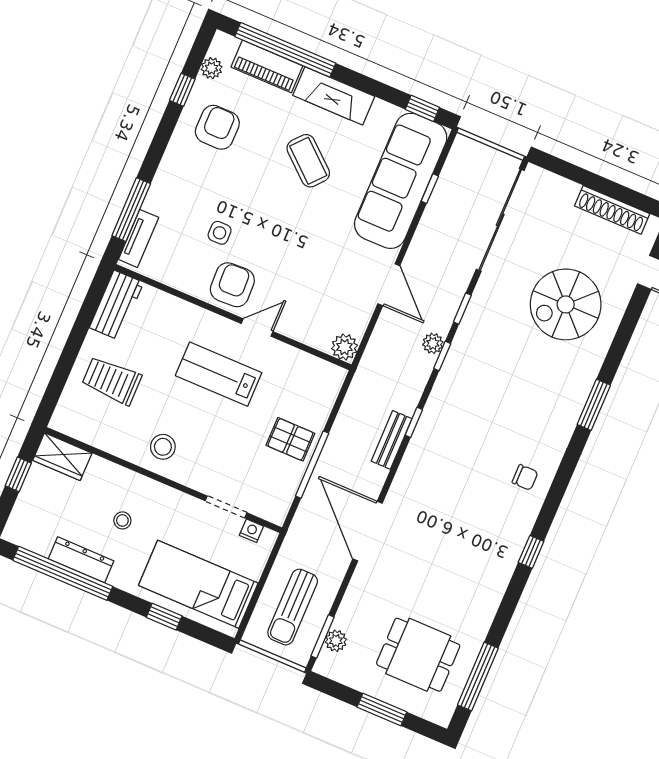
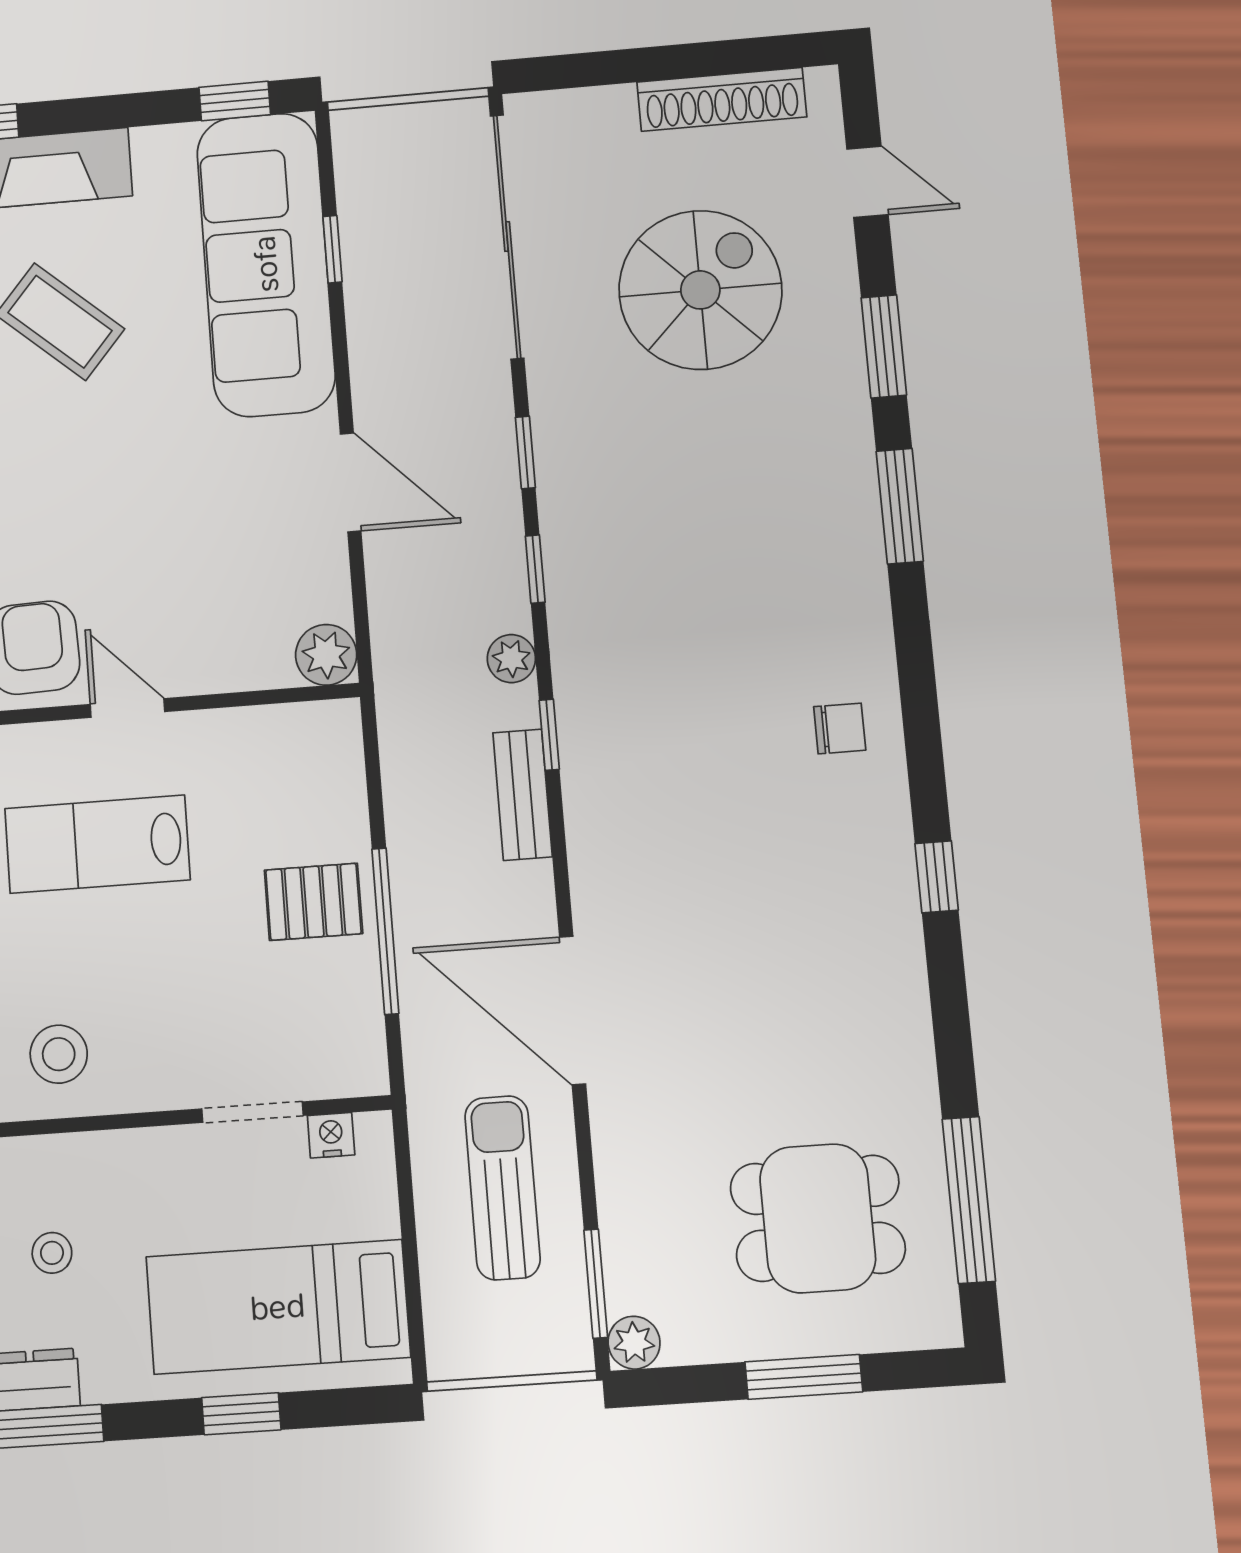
spiral stairs: (566, 304) -> (700, 290), moved, turned 180
door: (257, 327) -> (127, 708), hinge flipped
window: (621, 340) -> (884, 346), added
plant: (433, 343) -> (511, 659), moved
sun lounger: (293, 607) -> (502, 1188), moved, turned 180
plant: (336, 641) -> (634, 1343), moved

